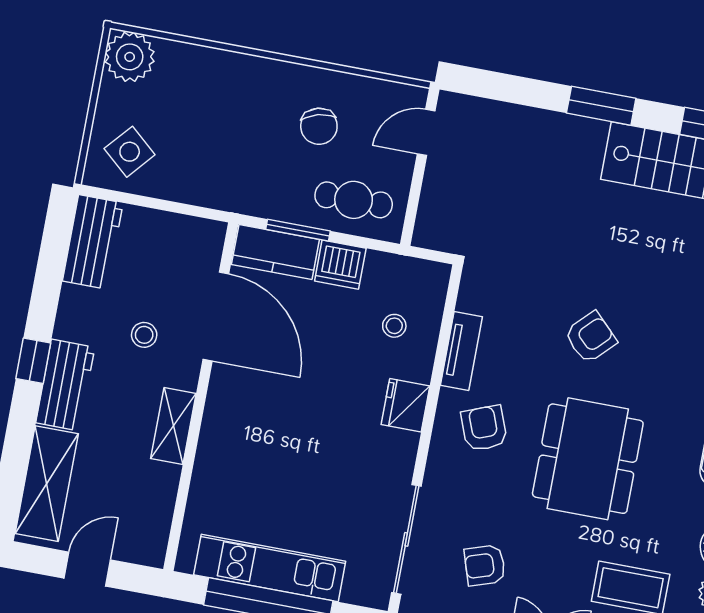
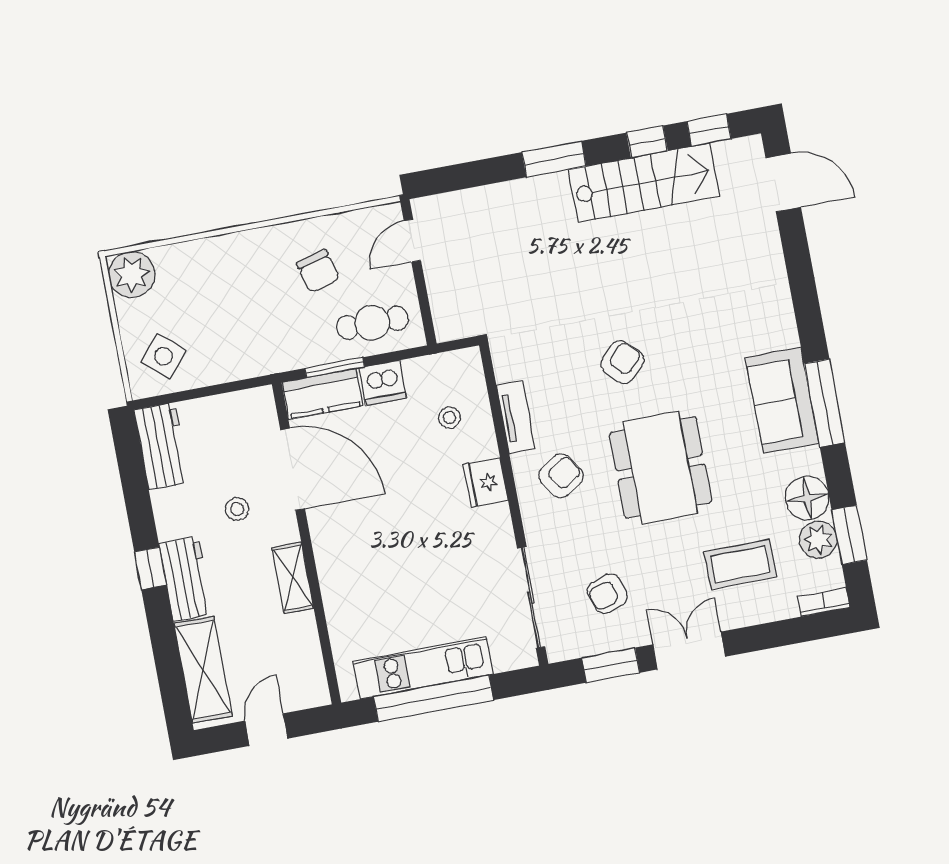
armchair: (484, 428) -> (561, 476), turned 78

